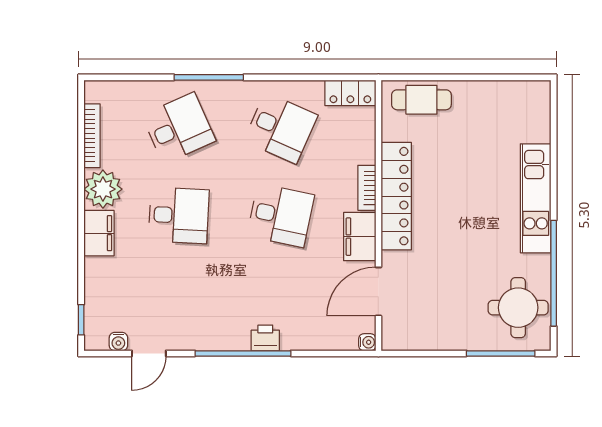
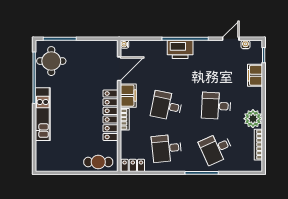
desk: (281, 128) -> (167, 148), turned -30
filing cabinet: (99, 233) -> (255, 75), moved
printer: (265, 338) -> (180, 49), width x1.87, depth x1.48

